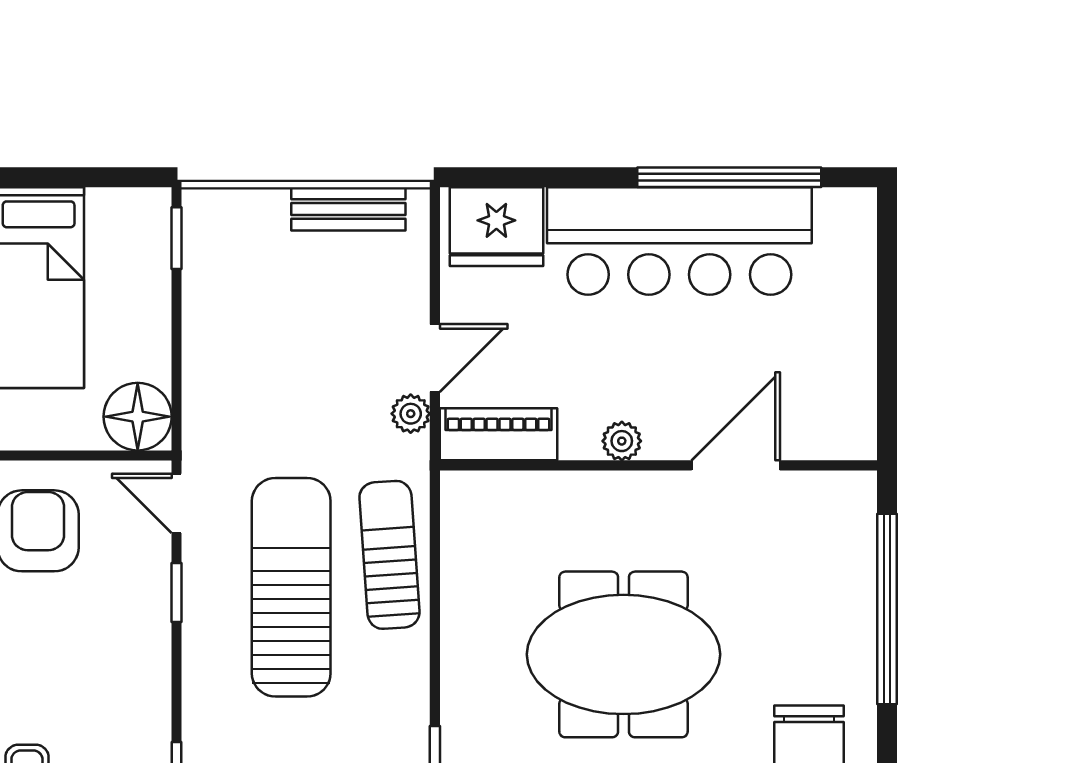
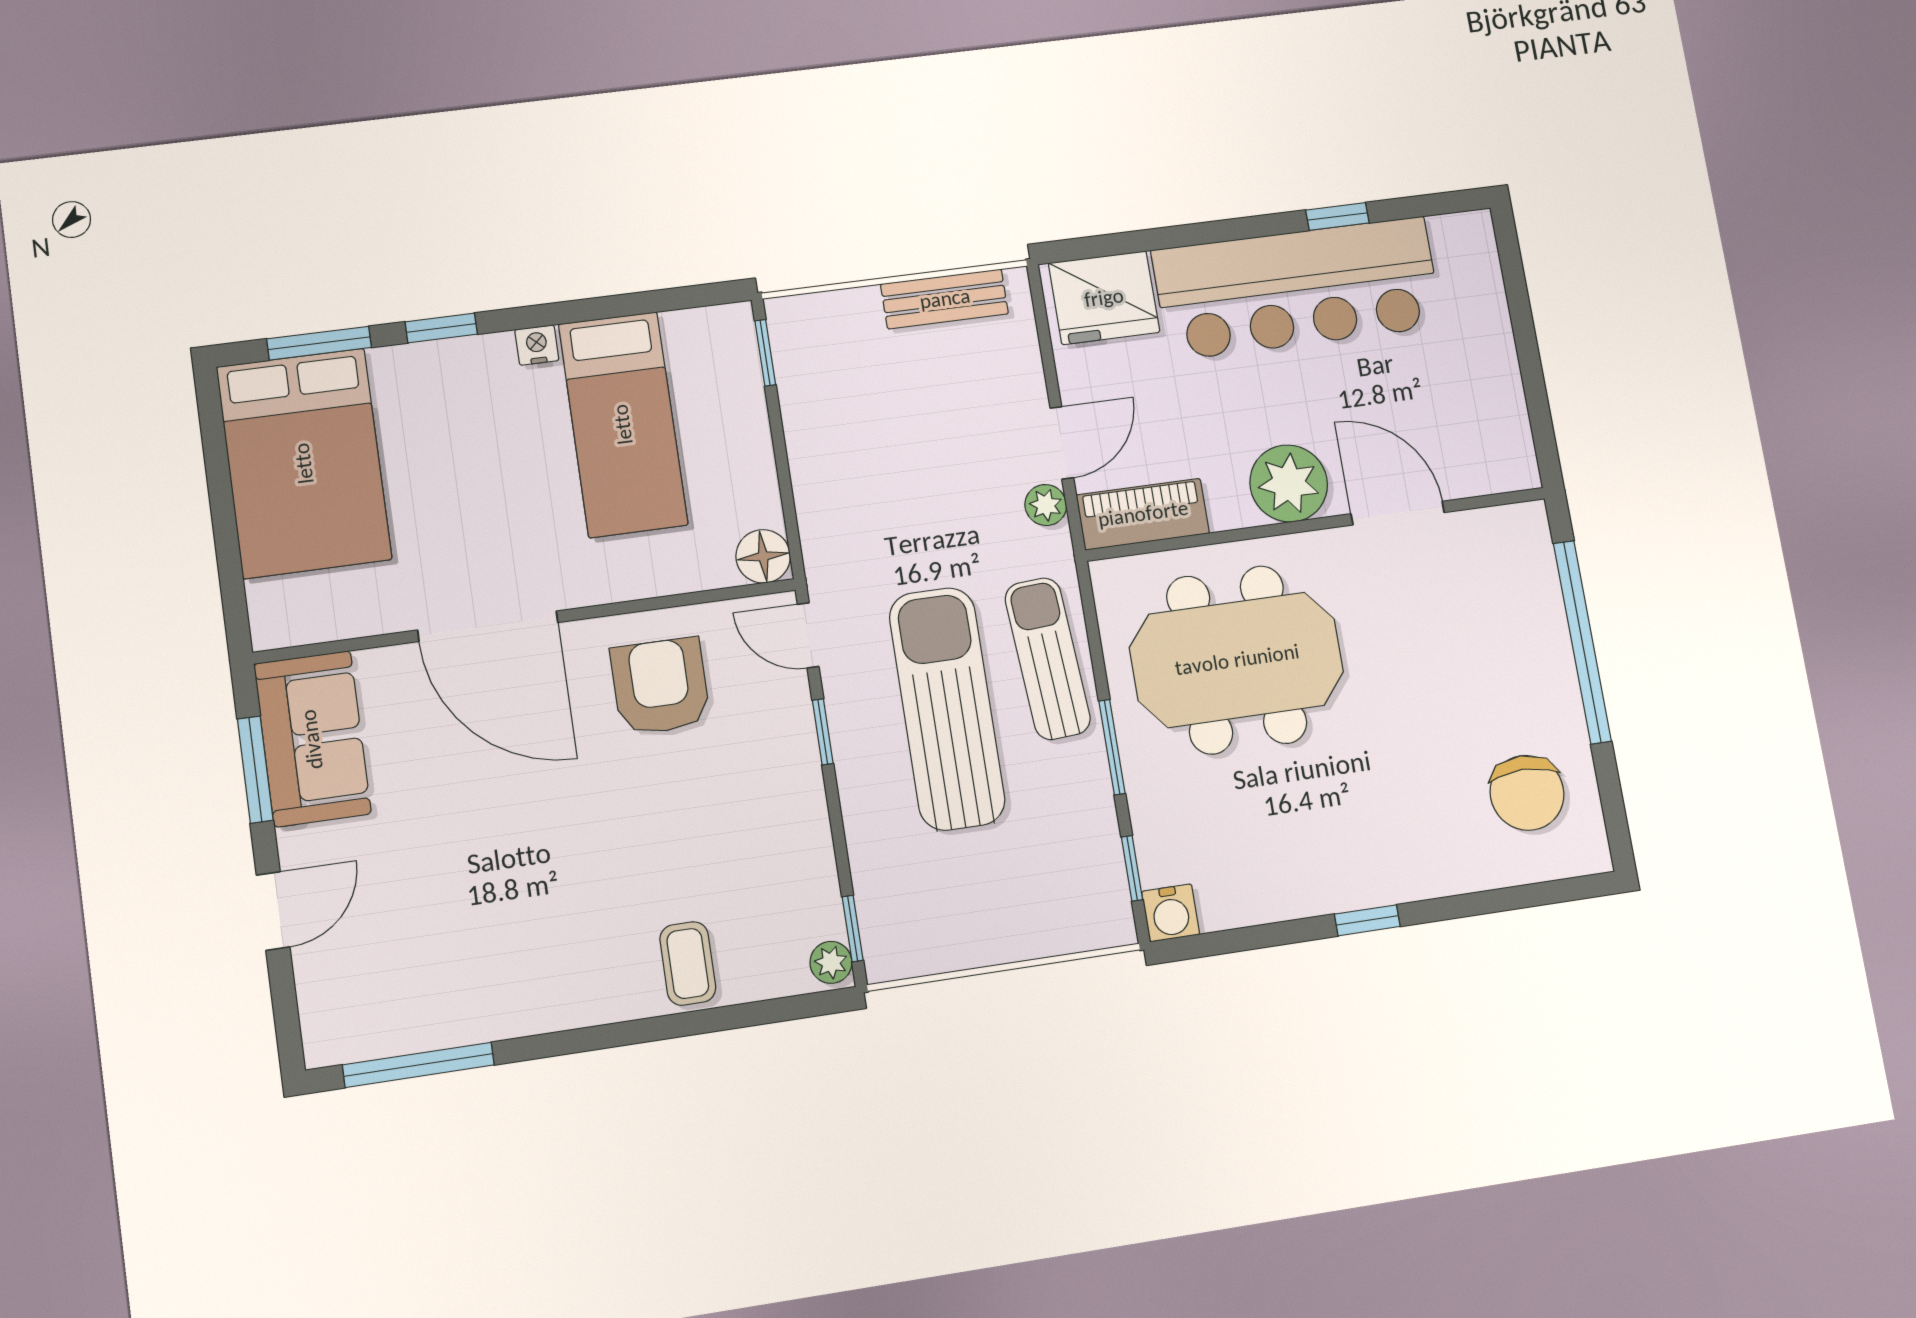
window: (729, 177) -> (1337, 217), width x0.32
floor lamp: (138, 417) -> (763, 556), width x0.73, depth x0.73
plant: (622, 441) -> (1289, 483), width x1.87, depth x1.87
door: (736, 465) -> (1398, 513), hinge flipped
window: (435, 644) -> (1112, 747), added
meeting table: (623, 654) -> (1237, 660), moved

